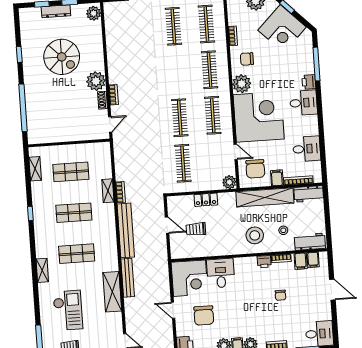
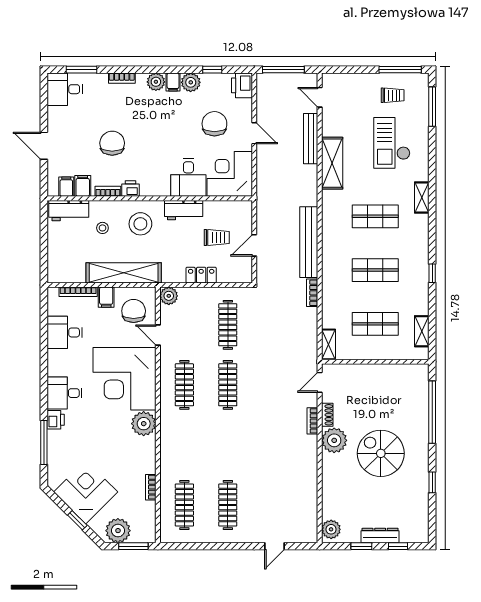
spiral stairs: (62, 57) -> (381, 453), moved
chair: (247, 59) -> (135, 456), removed
clothes rail: (210, 70) -> (184, 445), removed
shelving: (108, 191) -> (329, 344), moved
workbench: (309, 194) -> (184, 210), moved, turned 180
door: (167, 225) -> (254, 245), hinge flipped
bench: (128, 278) -> (311, 139), moved
chair: (280, 295) -> (112, 143), width x1.87, depth x1.87

